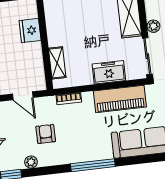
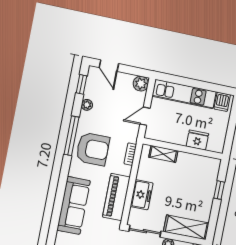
armchair: (46, 134) -> (93, 149), moved, width x1.88, depth x1.88
window: (93, 165) -> (71, 136), moved

